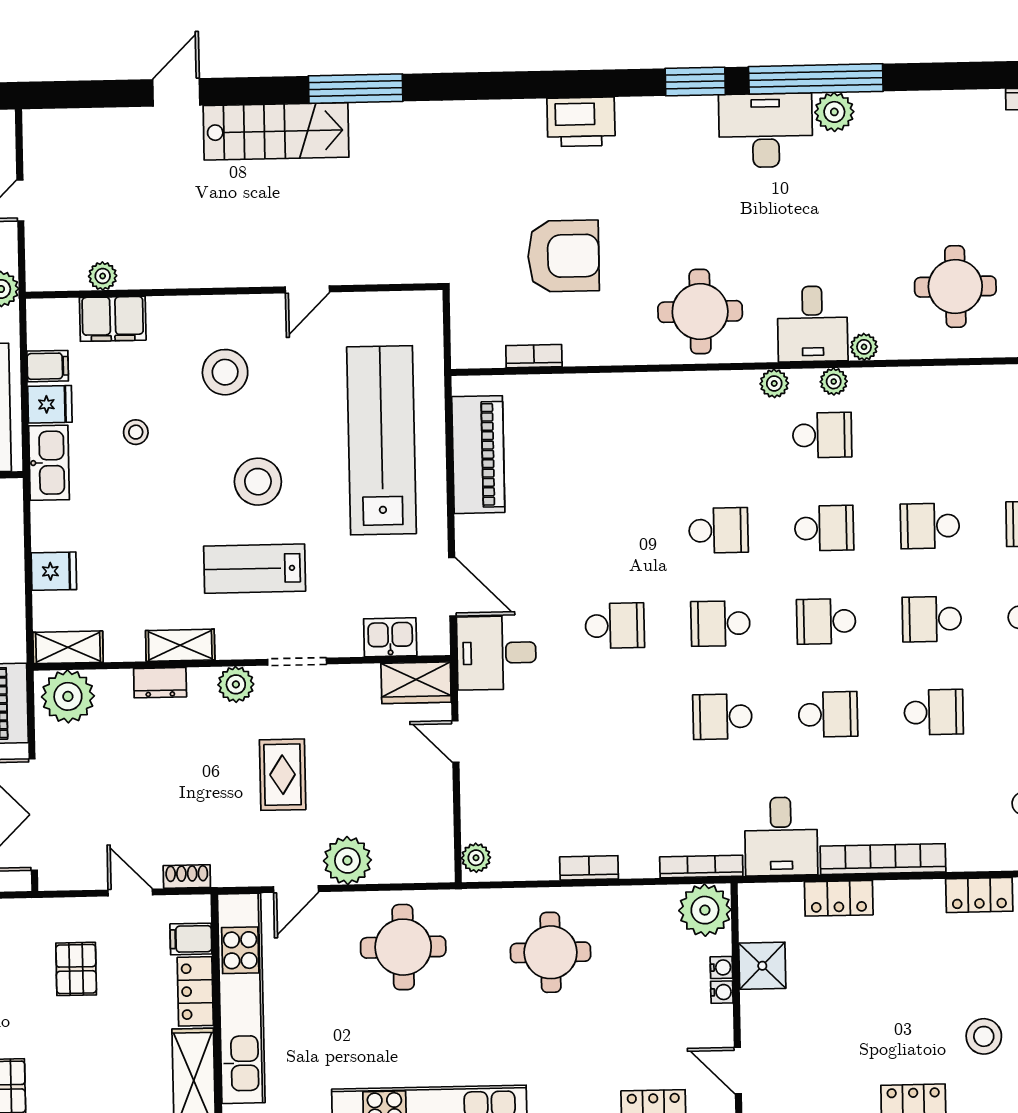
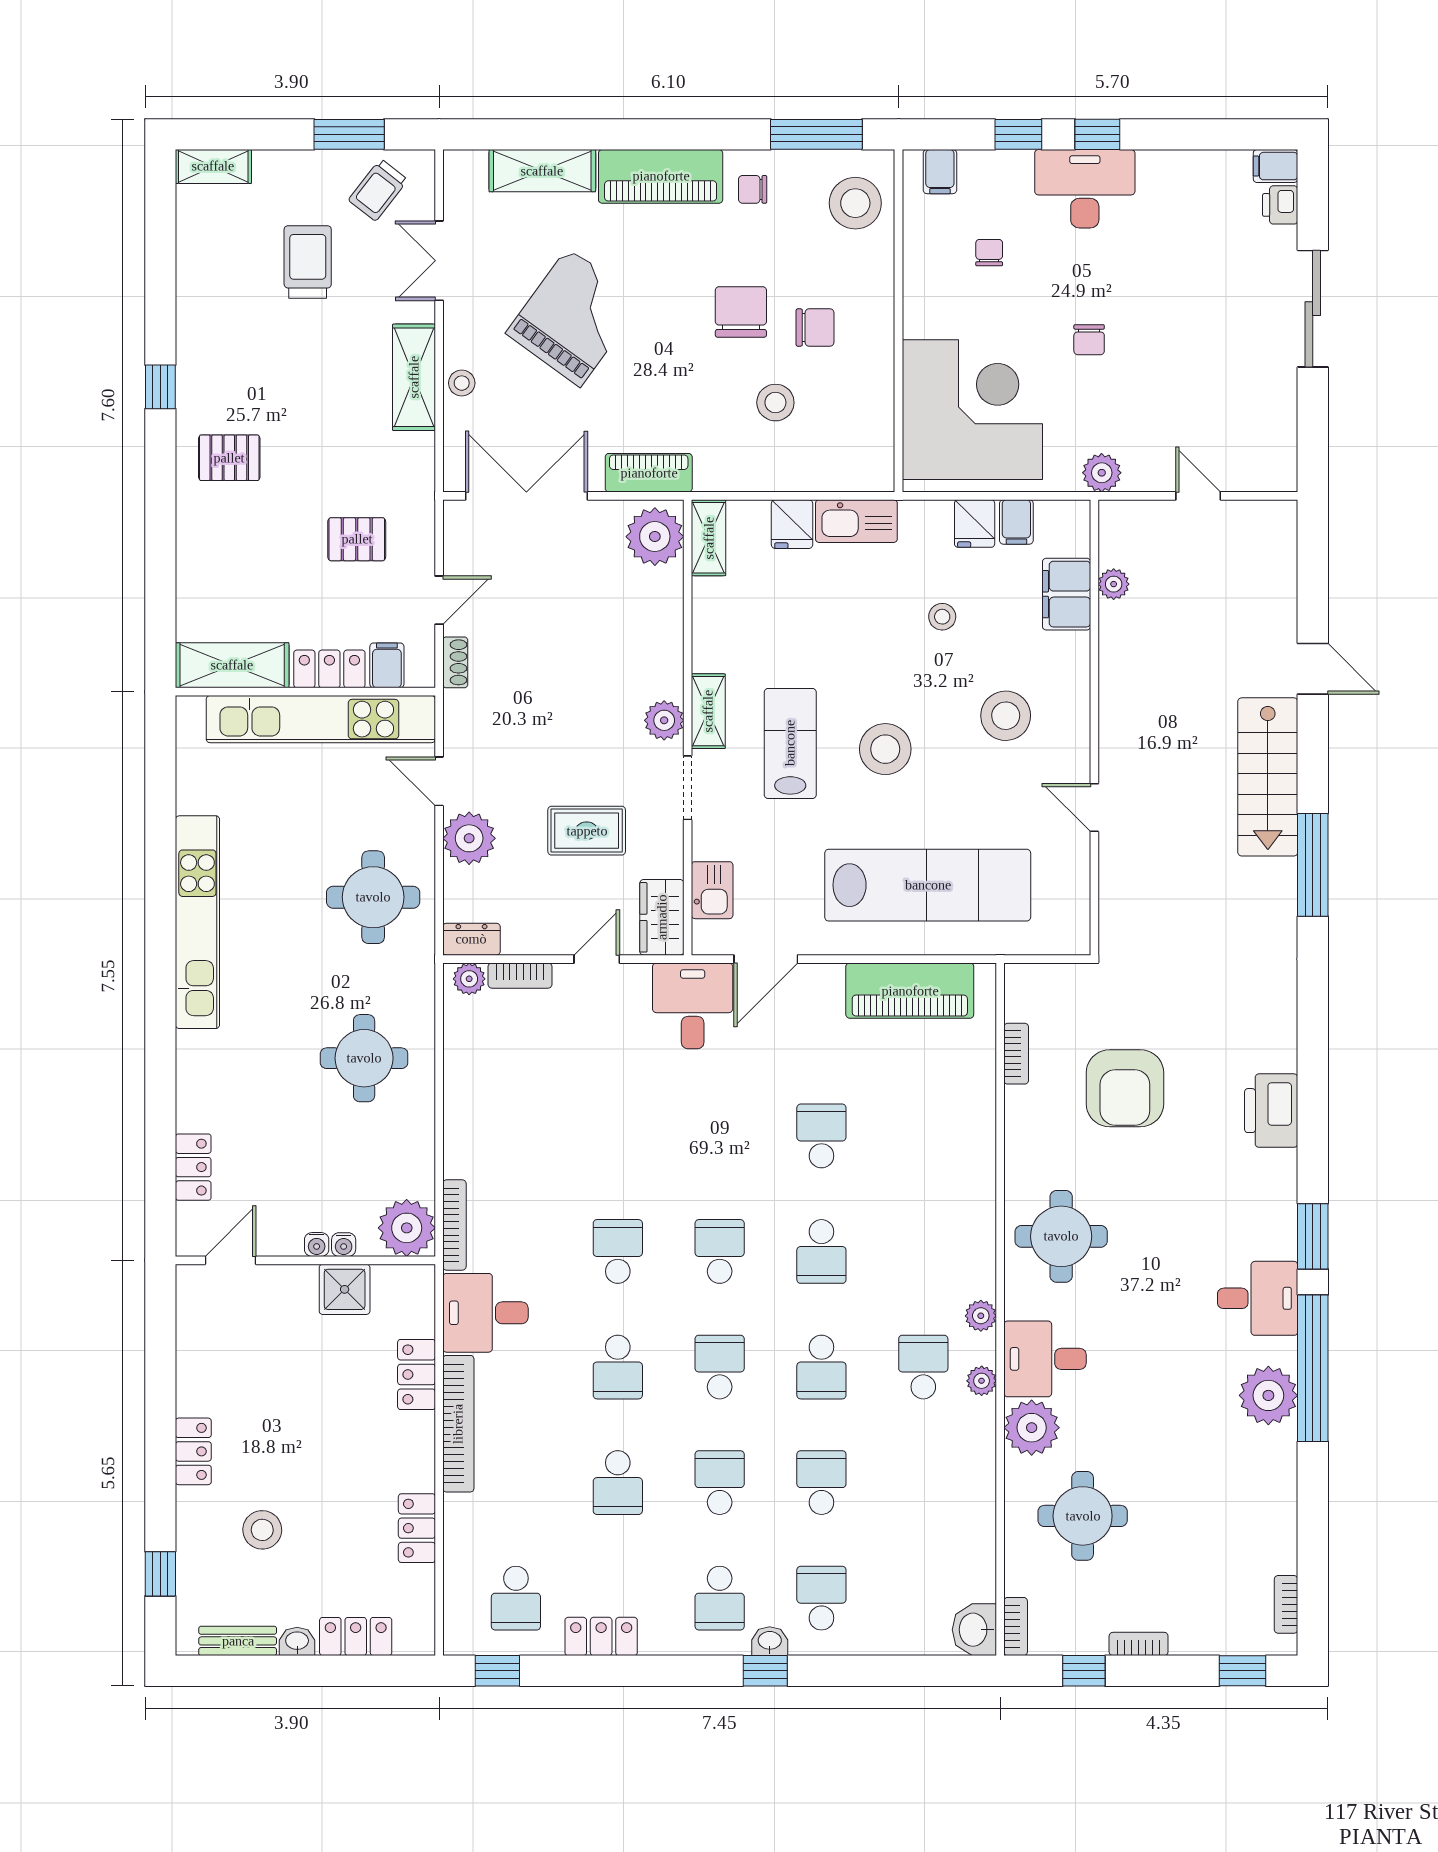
plant: (834, 112) -> (1268, 1395), width x1.36, depth x1.36
desk: (766, 130) -> (1258, 1298), width x0.73
plant: (864, 347) -> (1032, 1428), width x1.88, depth x1.88
school desk: (822, 435) -> (923, 1367), turned 180
kitchen sink: (49, 463) -> (856, 521), moved
school desk: (615, 626) -> (821, 1136), moved, turned 180
shelving: (180, 645) -> (708, 711), moved
dresser: (160, 683) -> (471, 939), moved, turned 90
rug: (283, 775) -> (587, 831), moved
bookcase: (589, 868) -> (520, 976), moved, turned 90

